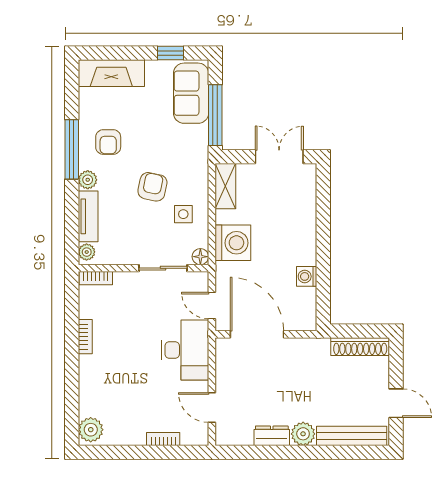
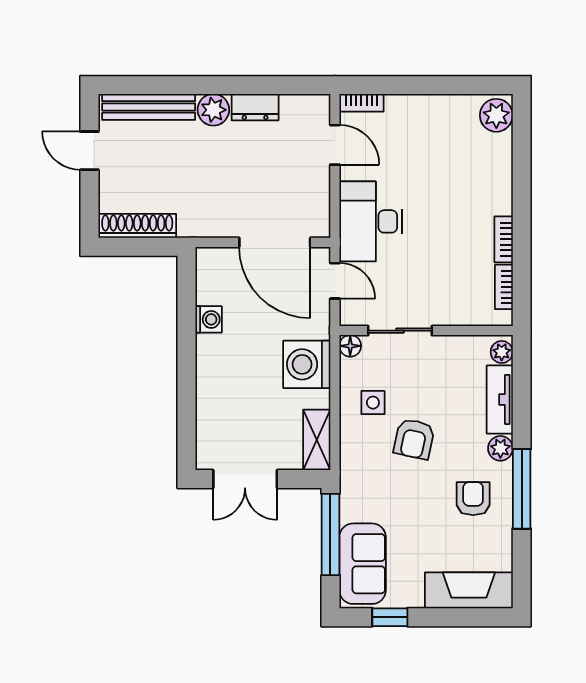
bookcase: (96, 278) -> (504, 287), moved, turned -90
bookcase: (163, 439) -> (361, 103), moved

